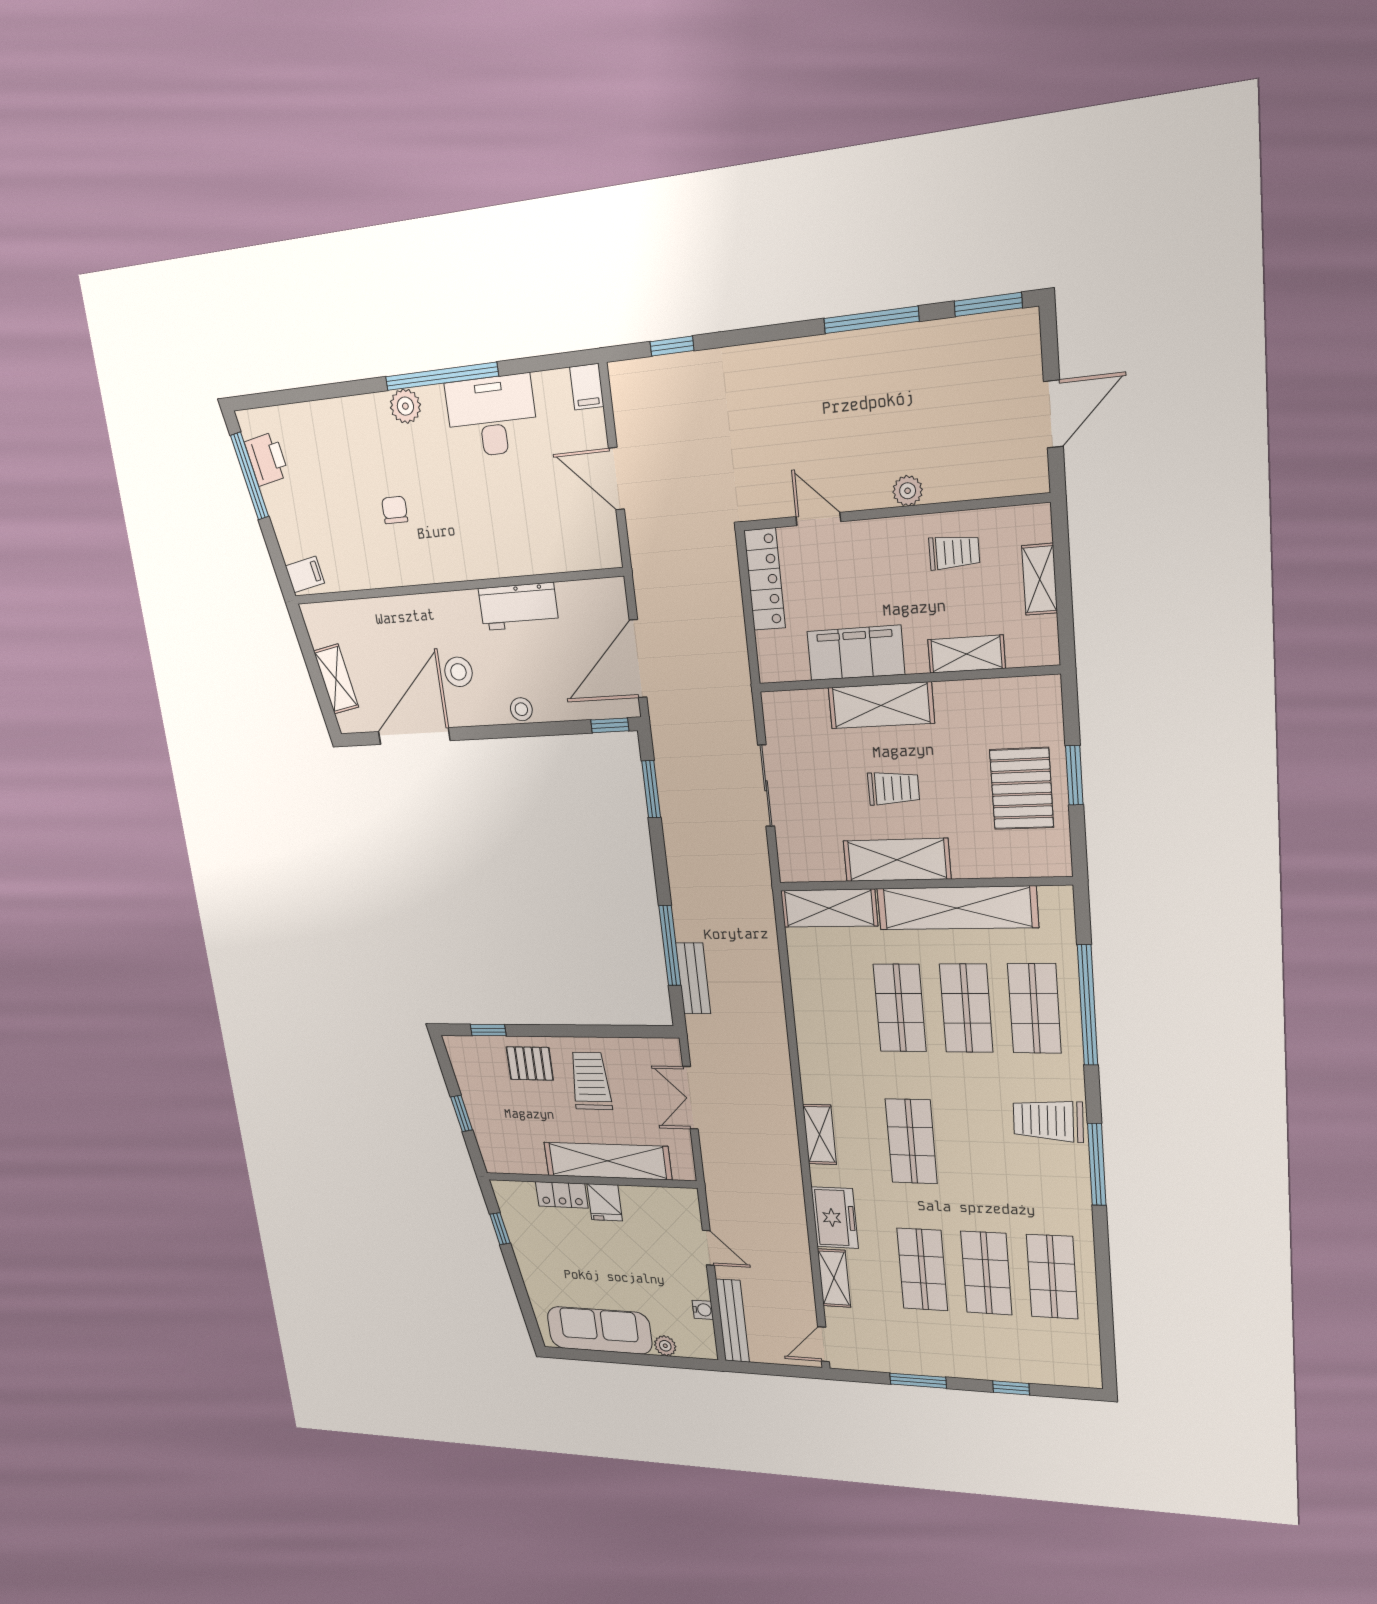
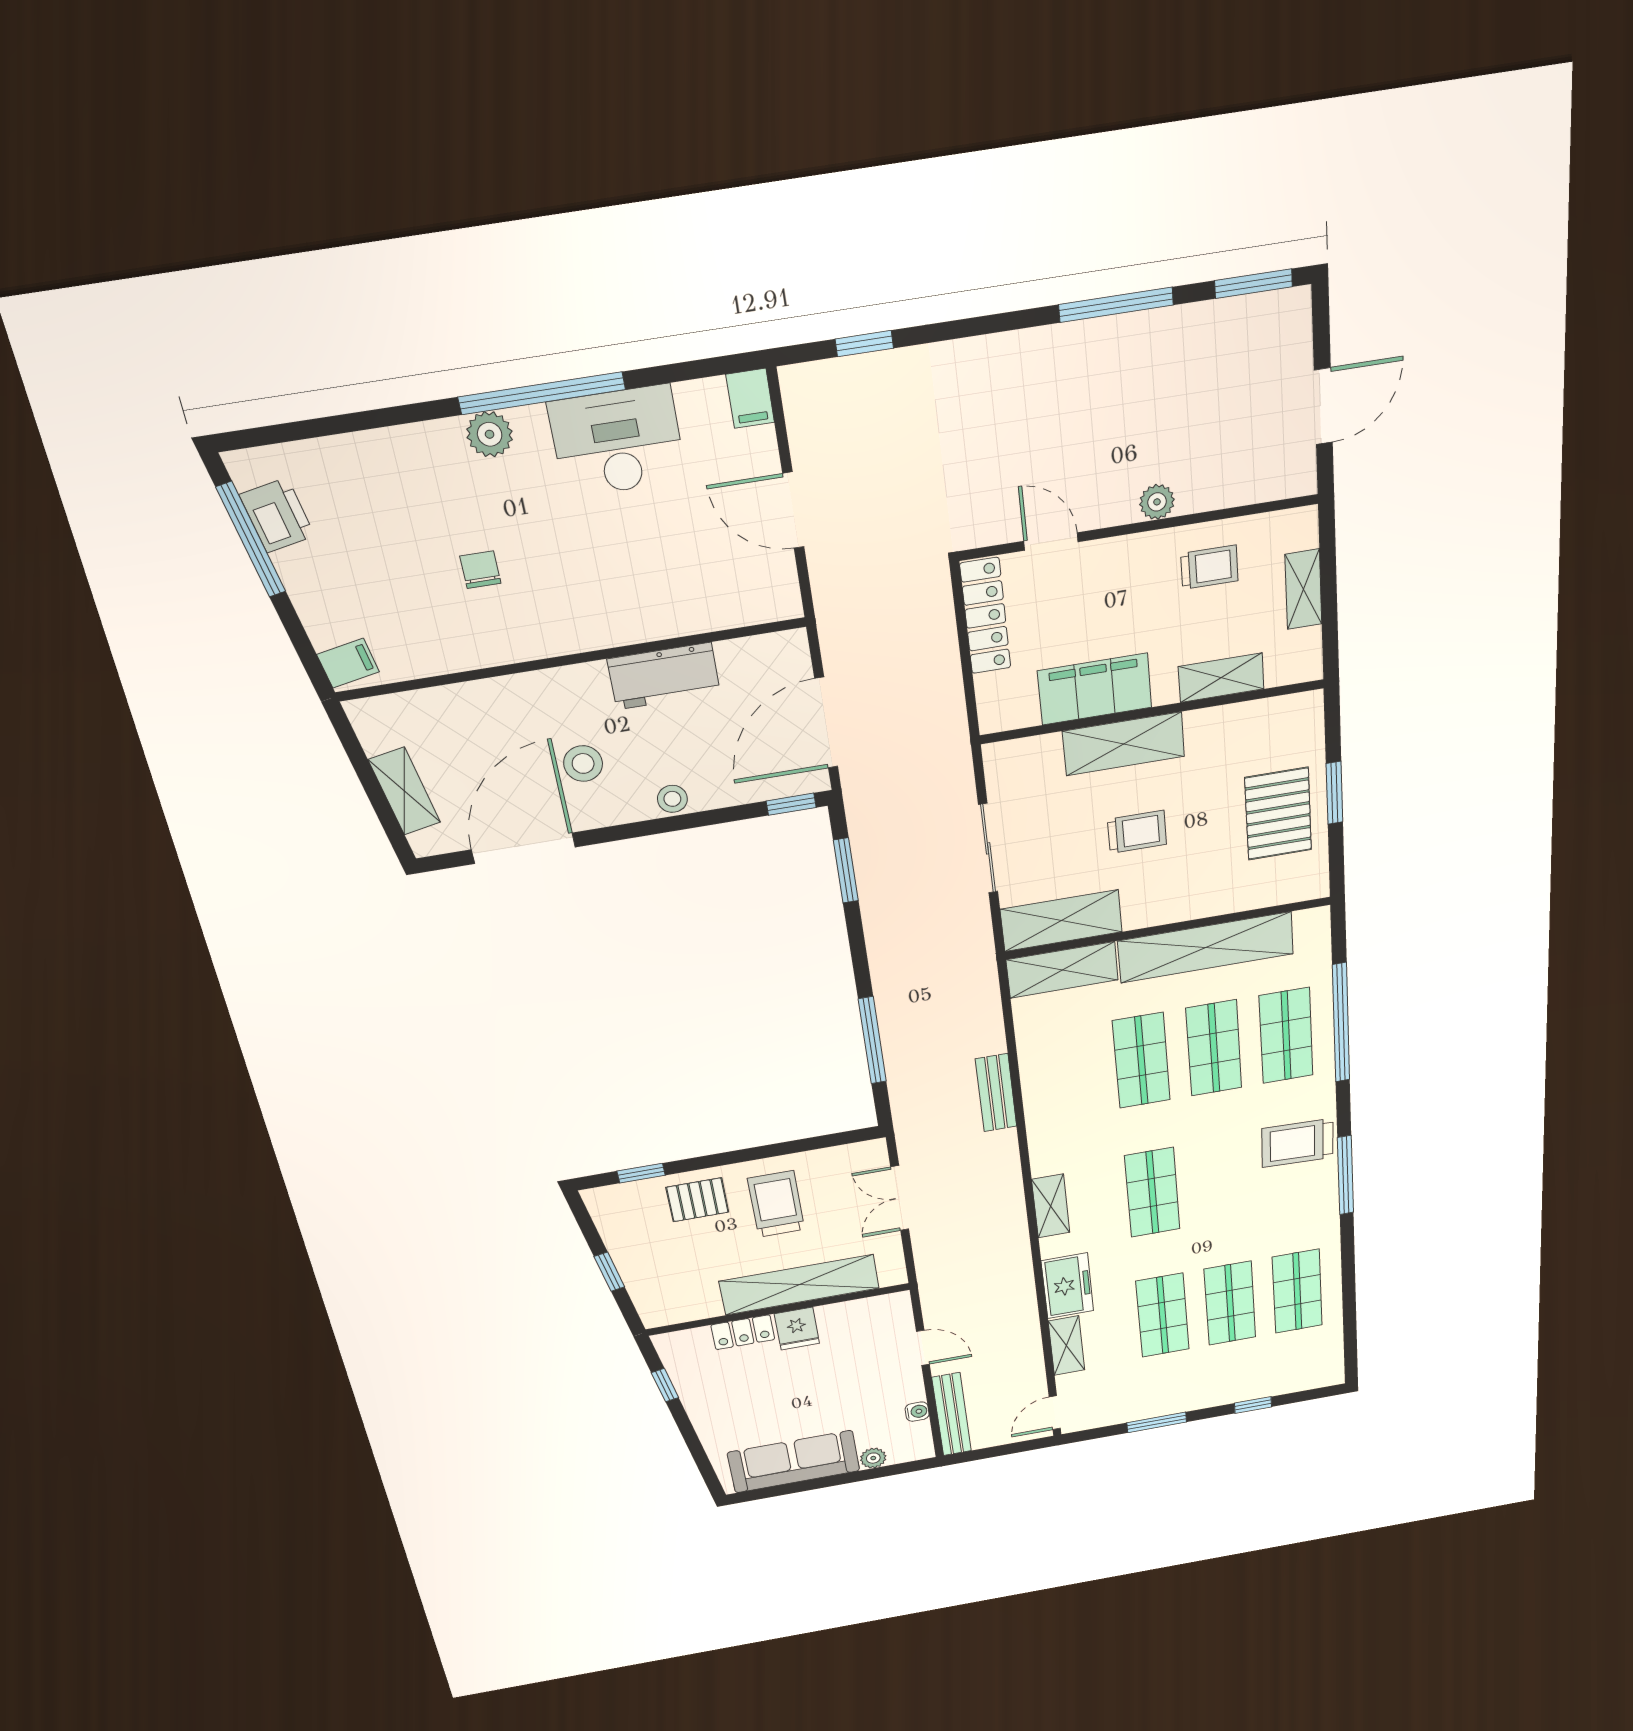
shelving: (897, 860) -> (1061, 921), moved
bench: (693, 978) -> (996, 1093), moved

